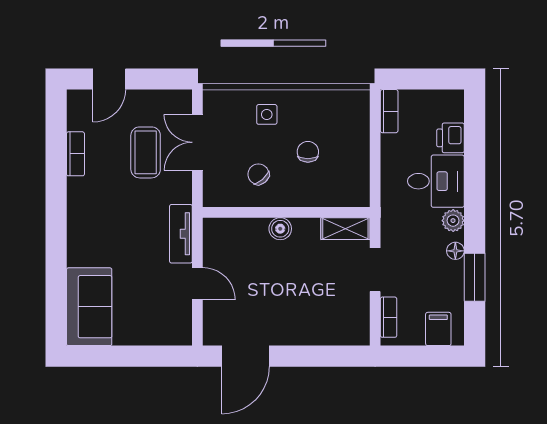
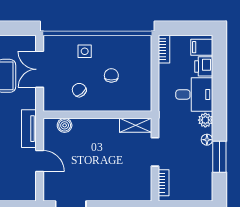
boiler: (280, 229) -> (65, 125), moved
filing cabinet: (438, 329) -> (202, 47), moved, turned -90

